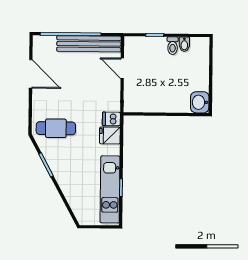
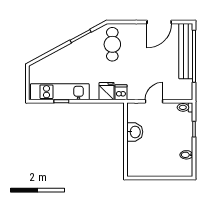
bench: (89, 44) -> (186, 51), moved
toilet: (173, 46) -> (185, 107), moved
door: (122, 68) -> (154, 101), moved
washbasin: (200, 102) -> (135, 132), moved, turned 90

